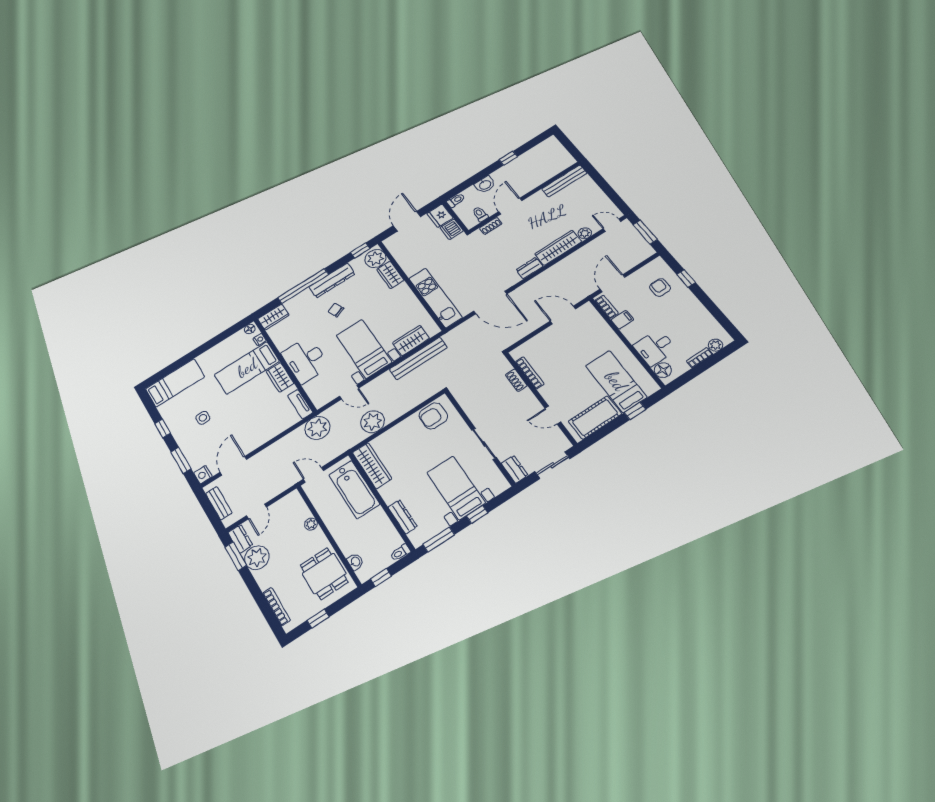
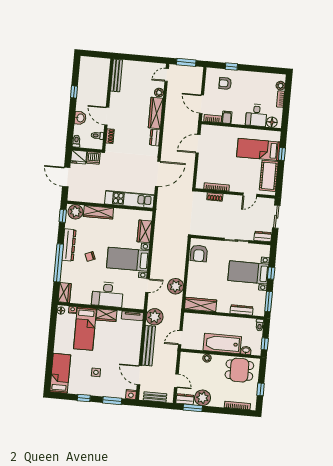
wardrobe: (390, 275) -> (98, 212), width x1.50
bench: (418, 358) -> (149, 346), moved
bathtub: (354, 489) -> (222, 343), moved, turned 180

